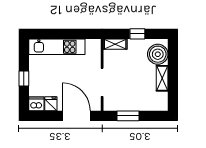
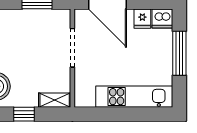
window: (24, 78) -> (179, 53), width x2.17

